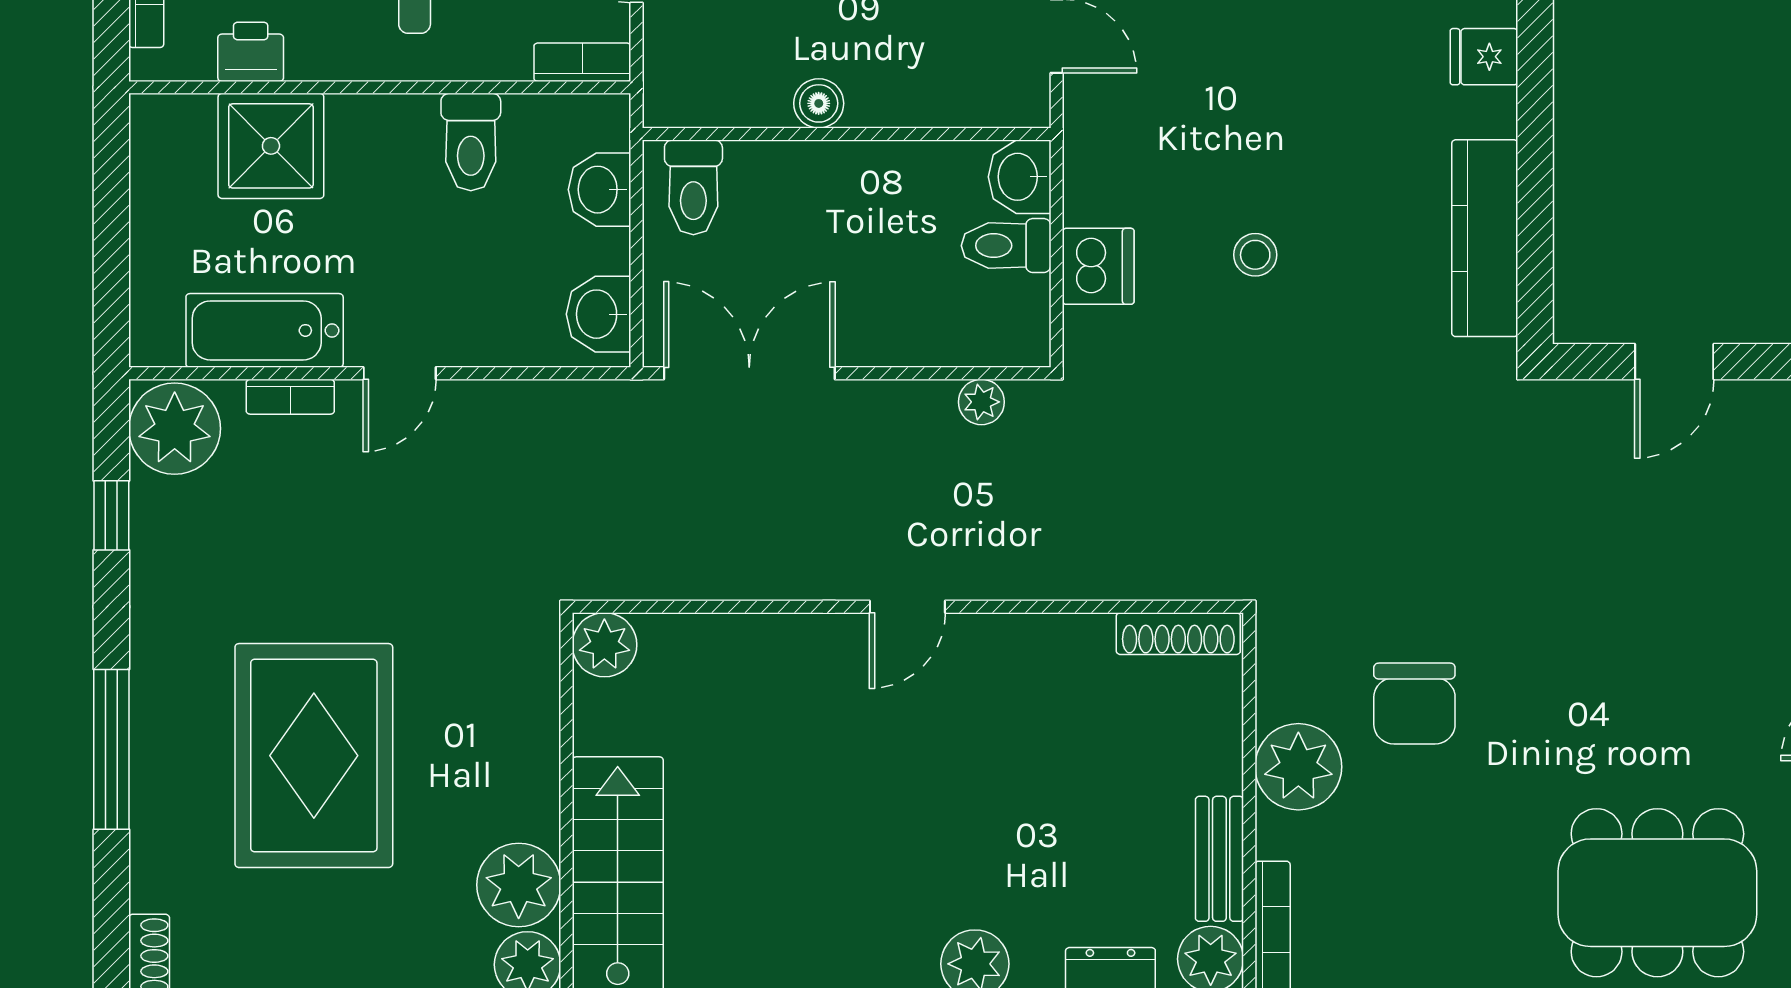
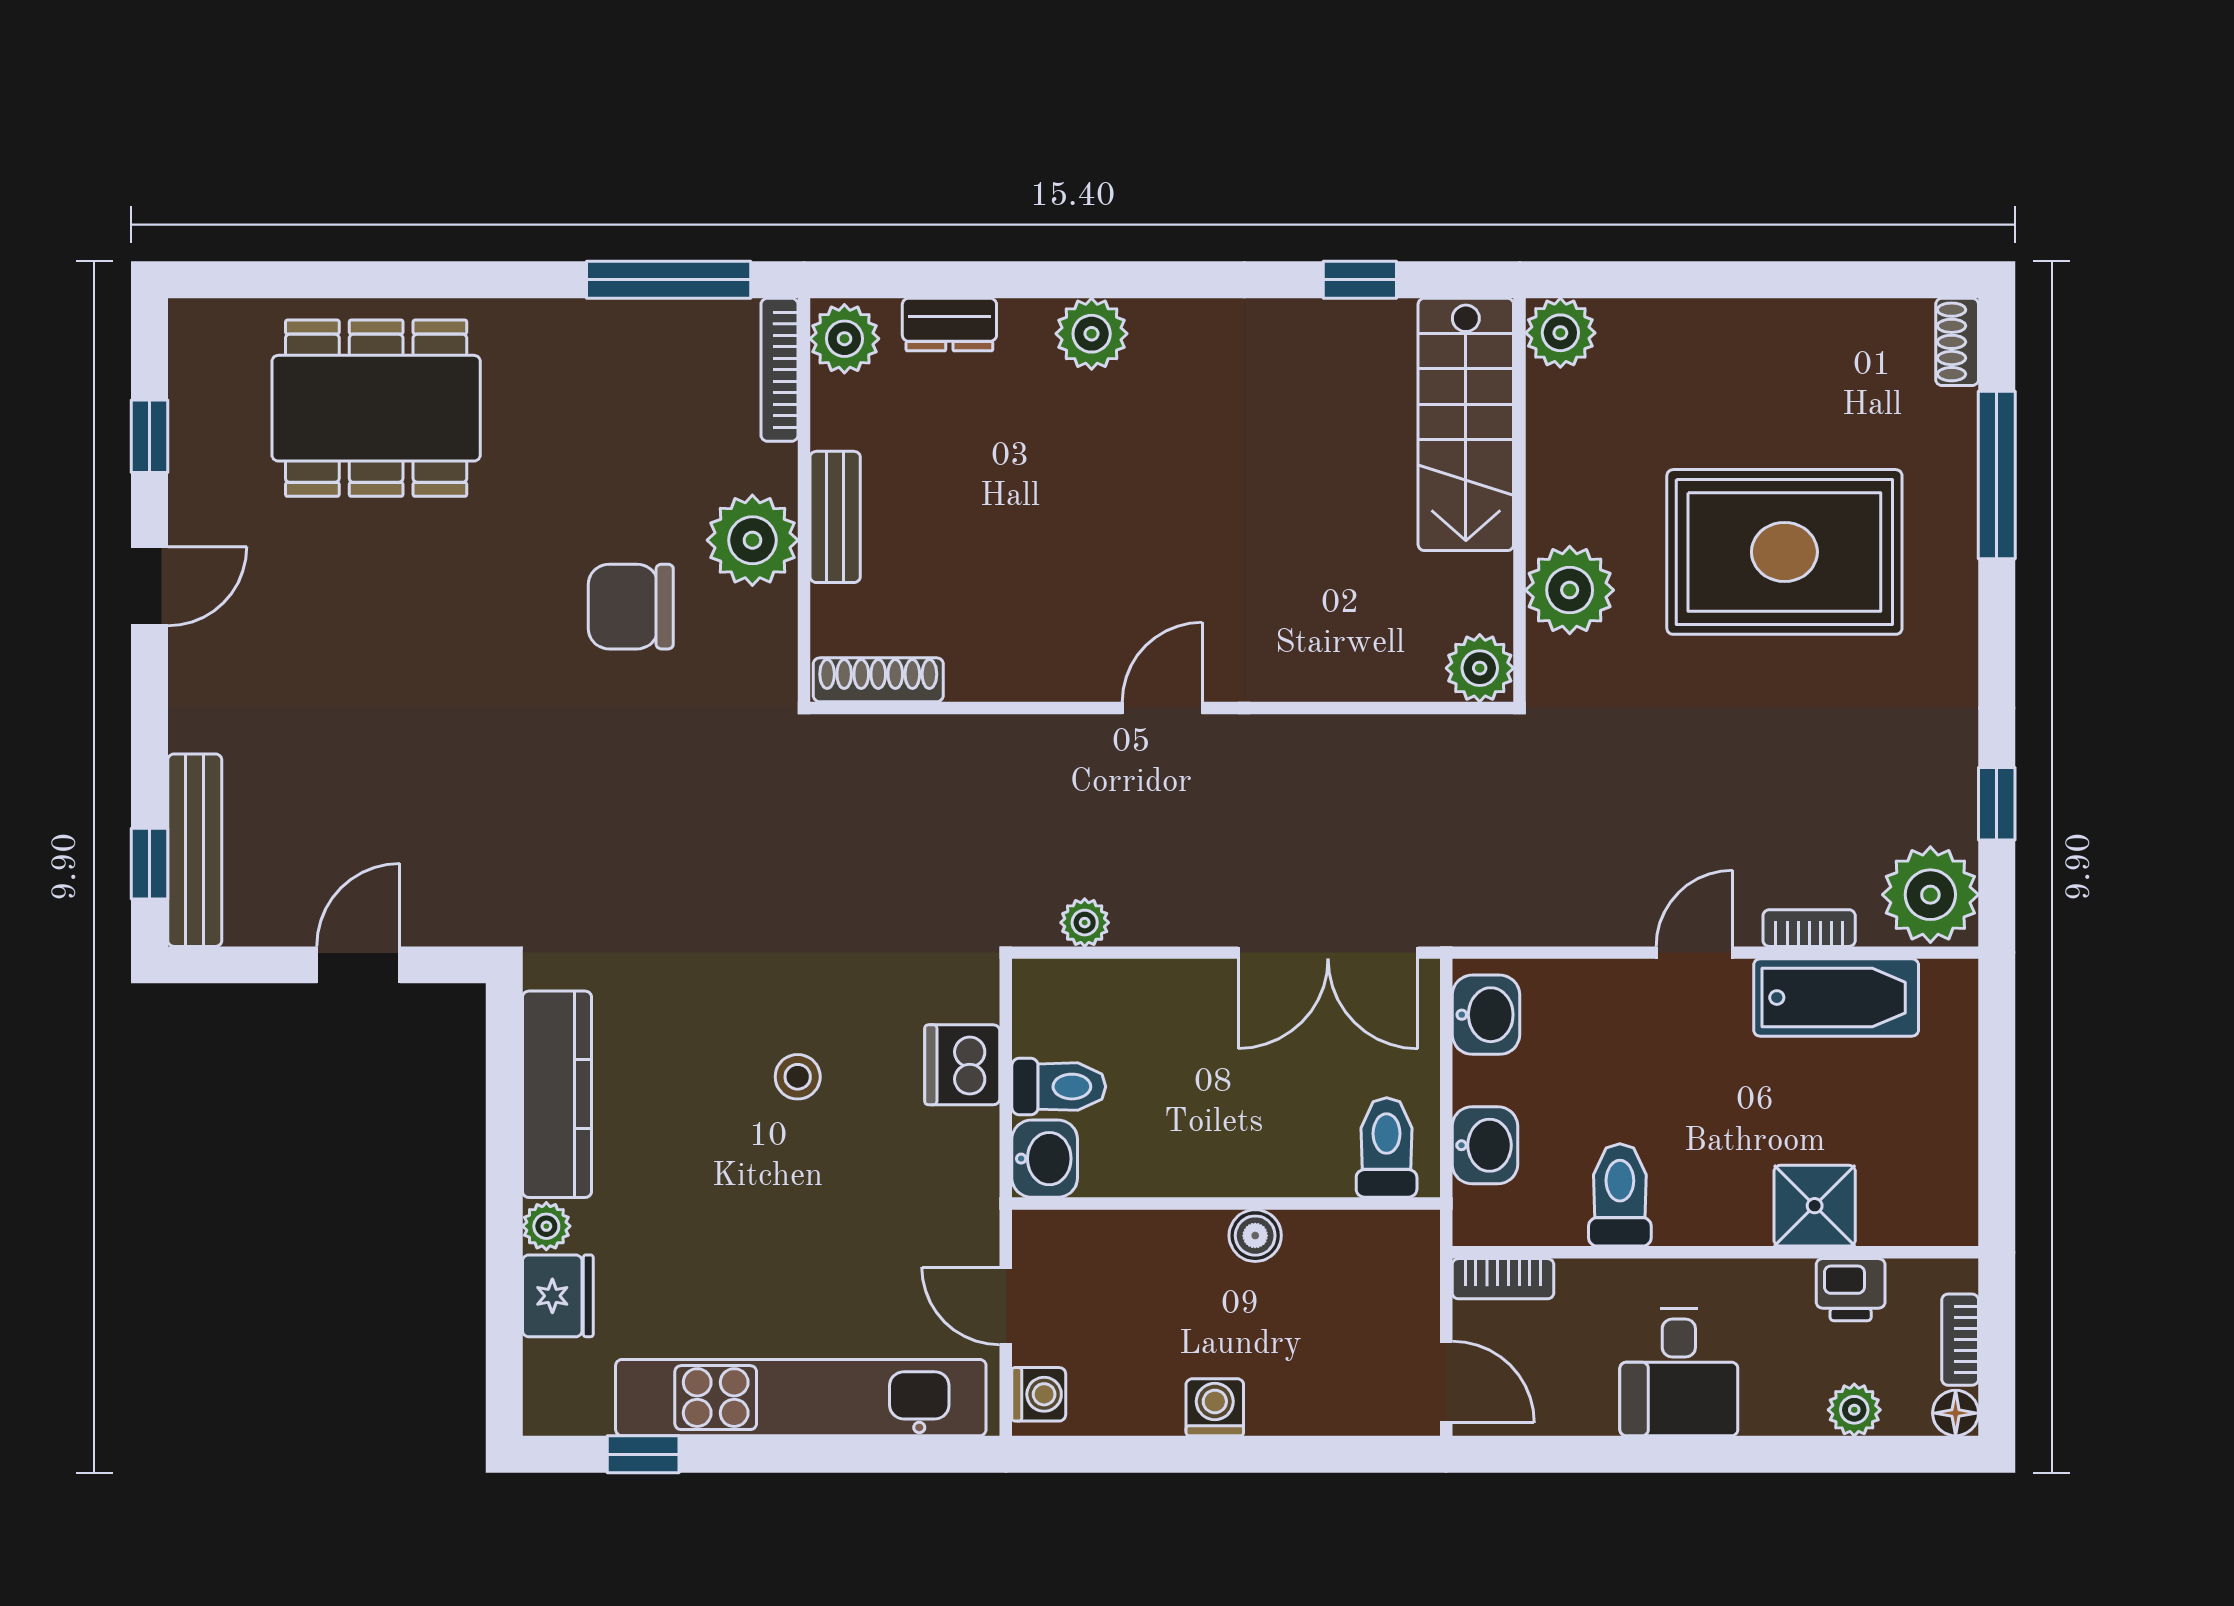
fridge: (1484, 57) -> (558, 1296), width x1.38
plant: (1495, 112) -> (546, 1226), added
shower: (271, 146) -> (1815, 1206), width x0.73, depth x0.73
chair: (1414, 703) -> (631, 607), turned -90
window: (111, 749) -> (1997, 475), moved
rug: (314, 756) -> (1784, 552), turned 90
bench: (1219, 859) -> (835, 517), moved
plant: (519, 885) -> (1570, 590), moved

